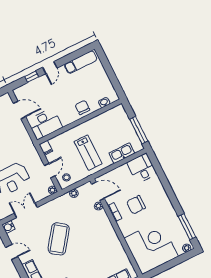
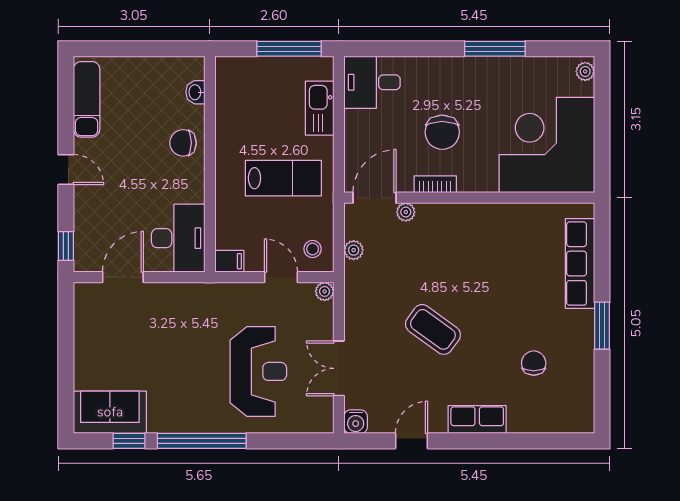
window: (32, 77) -> (66, 246), moved
window: (187, 227) -> (495, 49), moved
coffee table: (59, 239) -> (433, 329), width x0.73, depth x0.76

